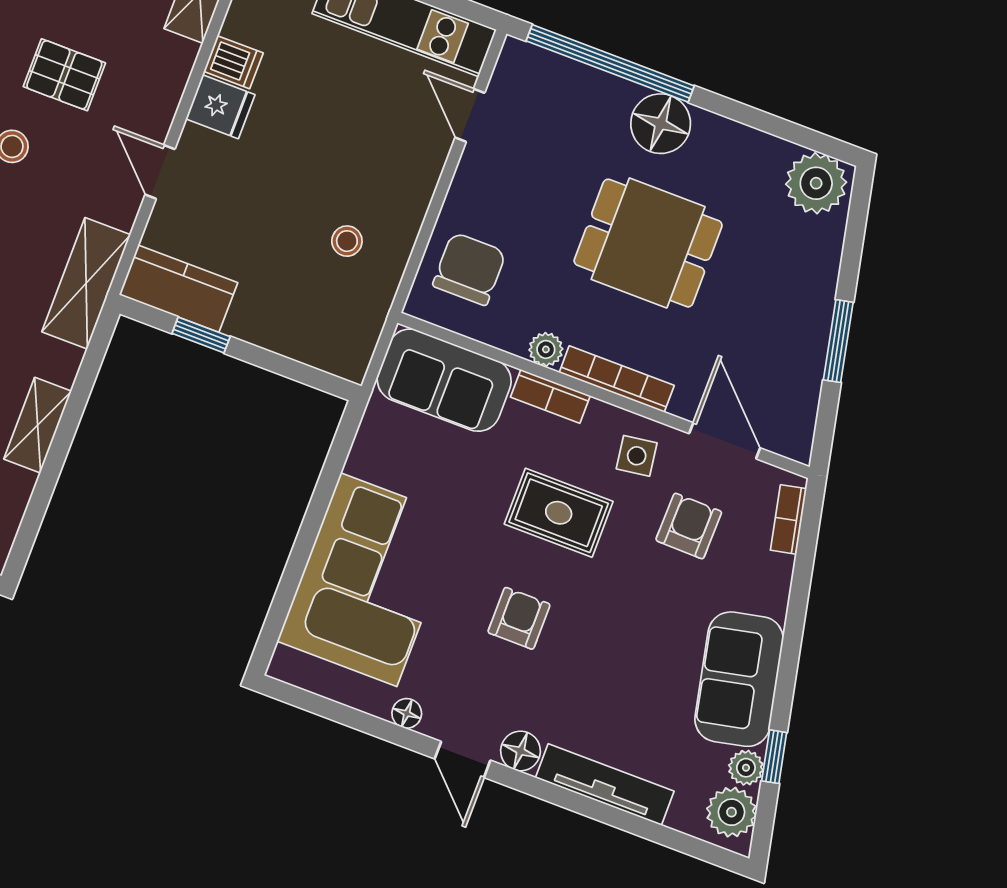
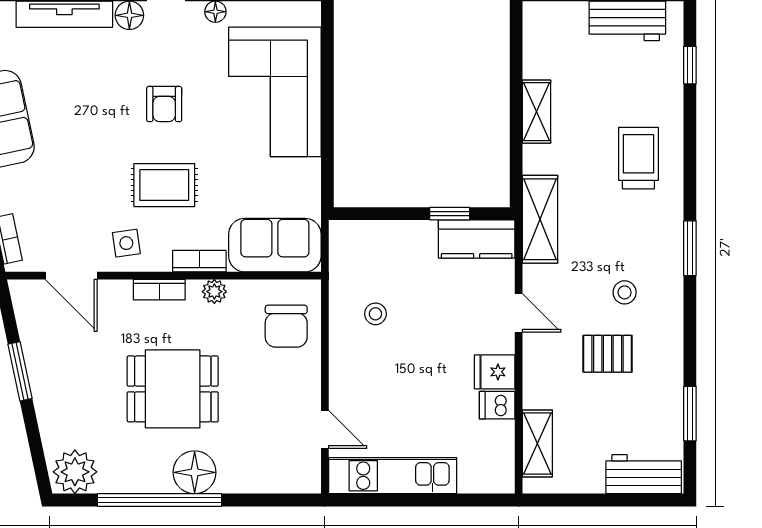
window: (610, 63) -> (160, 500), moved
bookcase: (617, 379) -> (159, 290), width x0.64
armchair: (689, 526) -> (73, 209), removed

